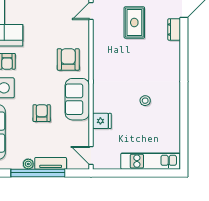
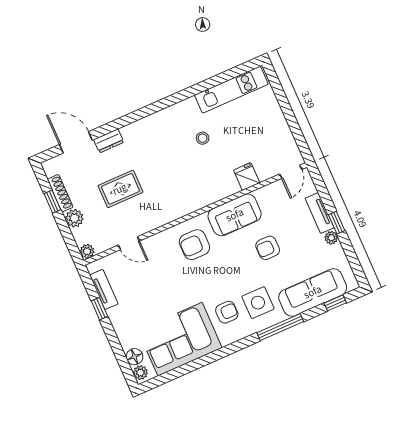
kitchen unit: (150, 161) -> (231, 90), moved, turned -90
window: (38, 173) -> (337, 223), width x0.32

